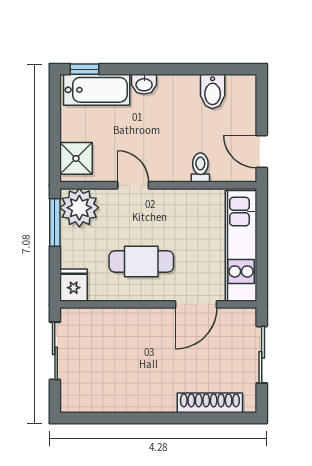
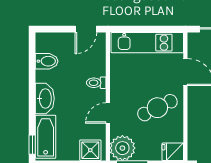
washbasin: (144, 84) -> (45, 99), width x1.91, depth x1.45
toilet: (200, 168) -> (96, 83), moved
cafe table: (141, 261) -> (157, 108), turned 64

